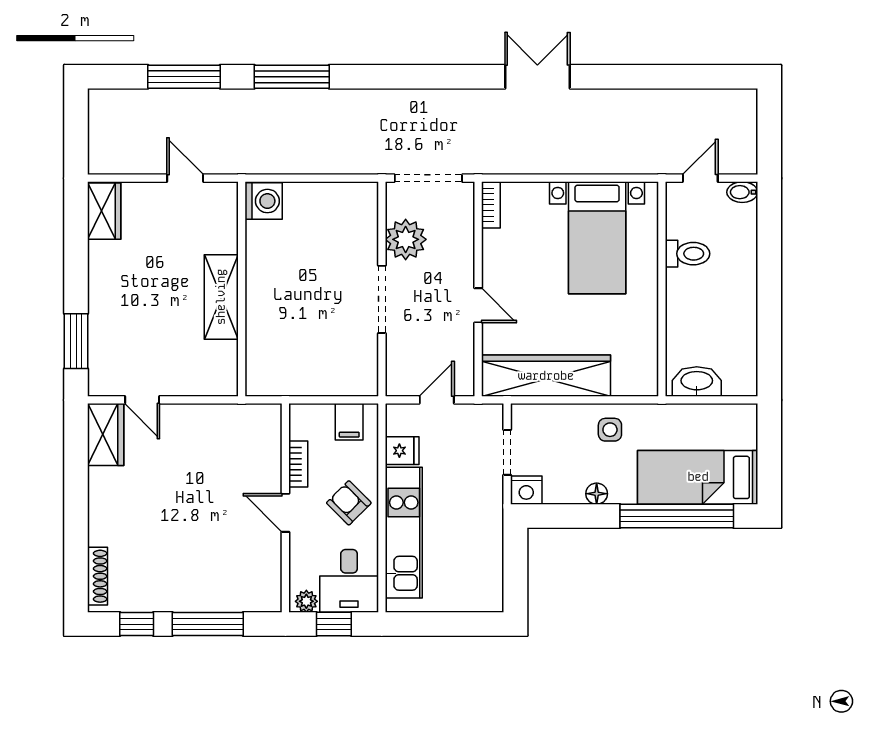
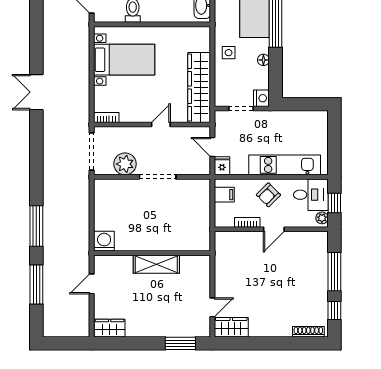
fridge: (402, 451) -> (222, 166), moved

